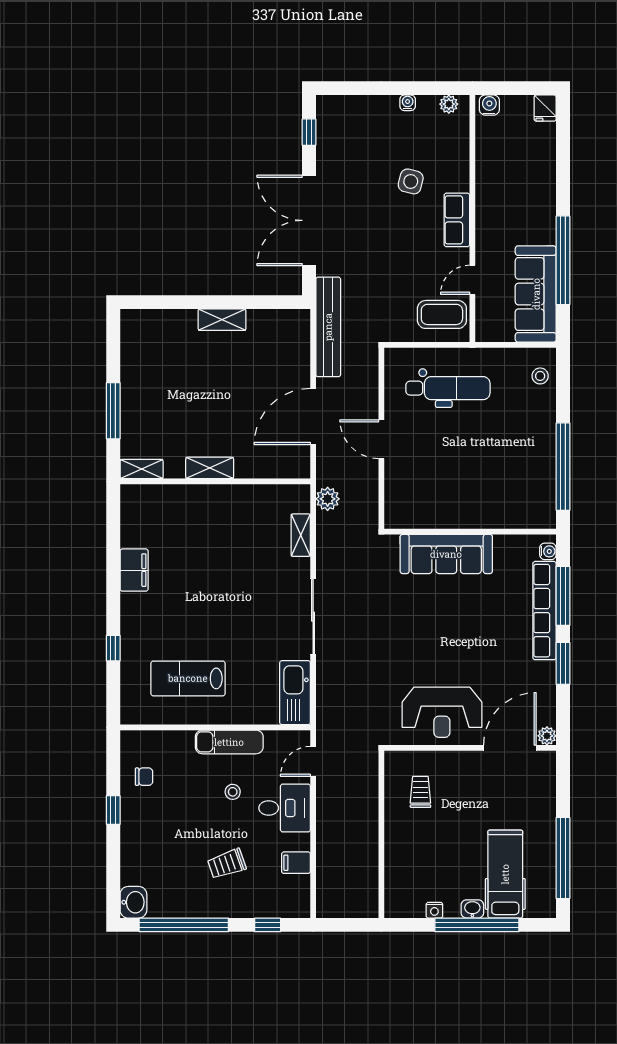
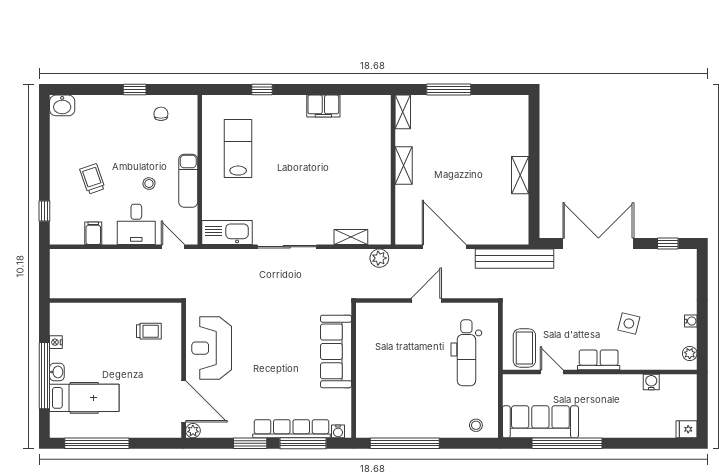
water cooler: (489, 105) -> (651, 382), moved, turned -90
chair: (144, 777) -> (161, 114), turned 180
window: (184, 925) -> (44, 145), removed

